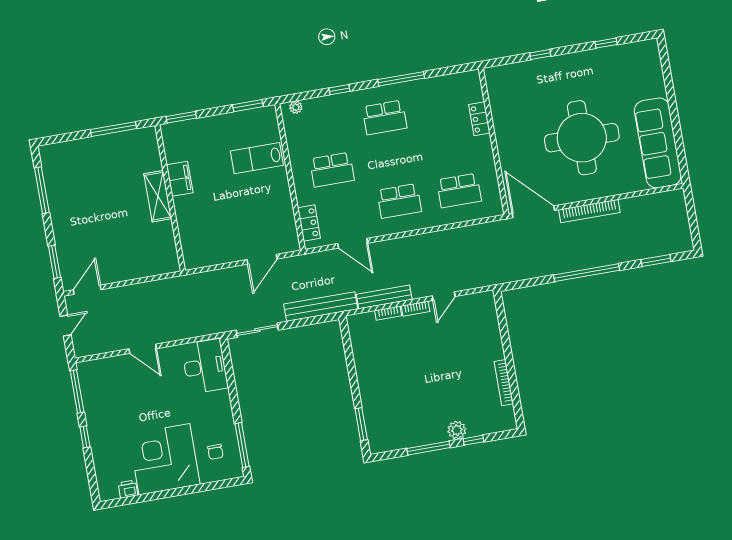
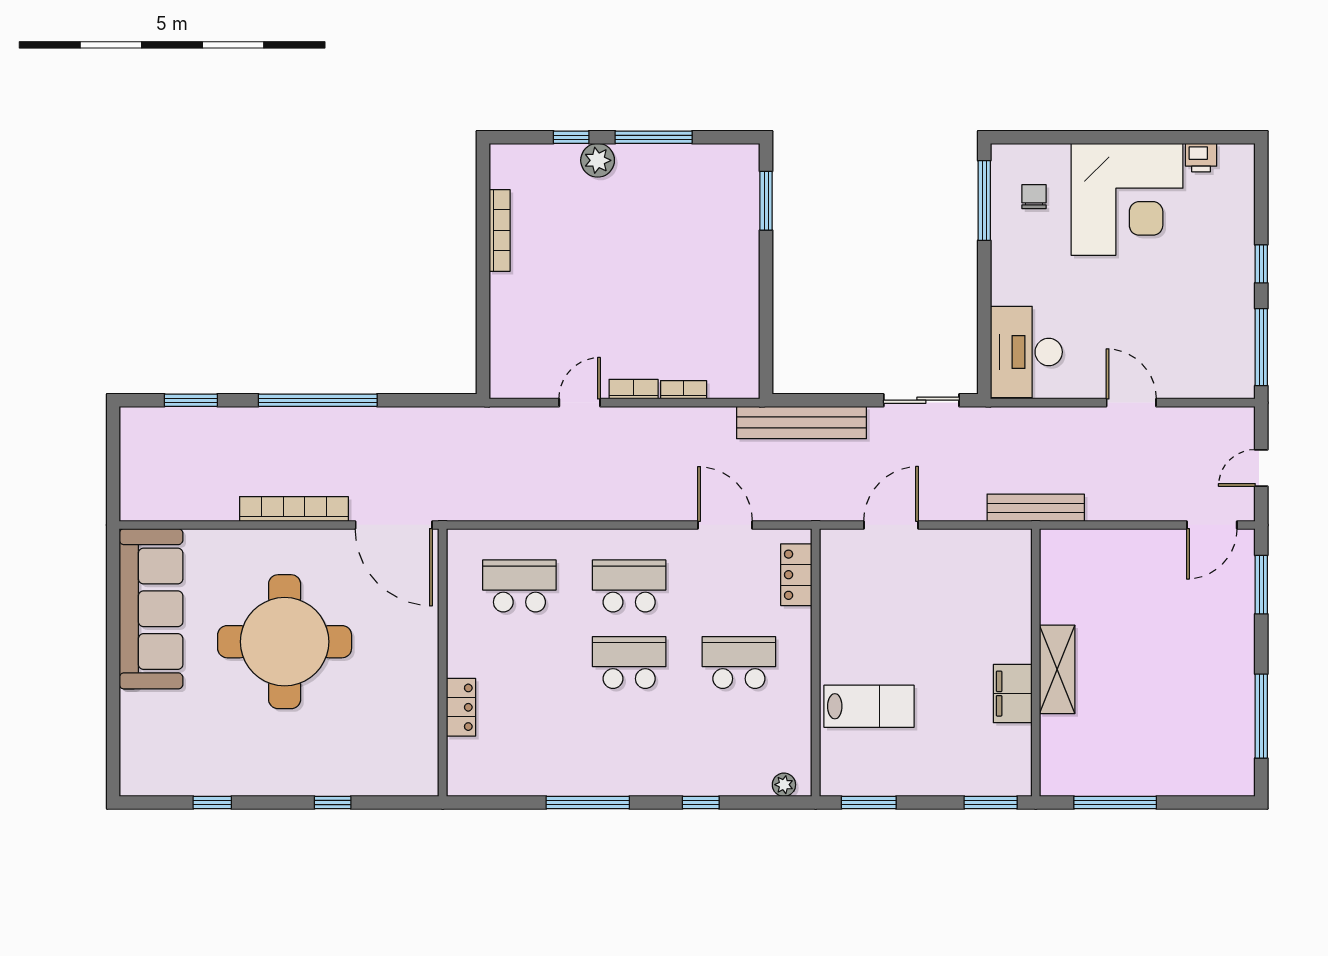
school desk: (385, 117) -> (629, 662), moved
bench: (384, 297) -> (1036, 508), moved

